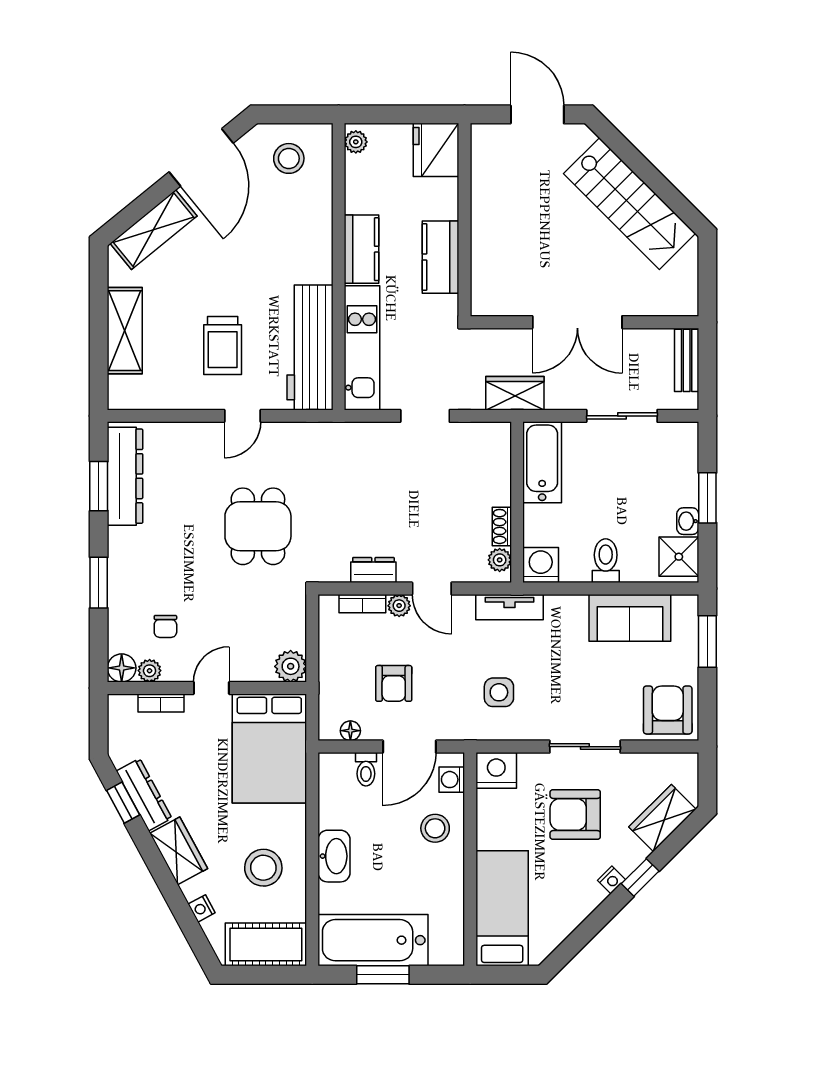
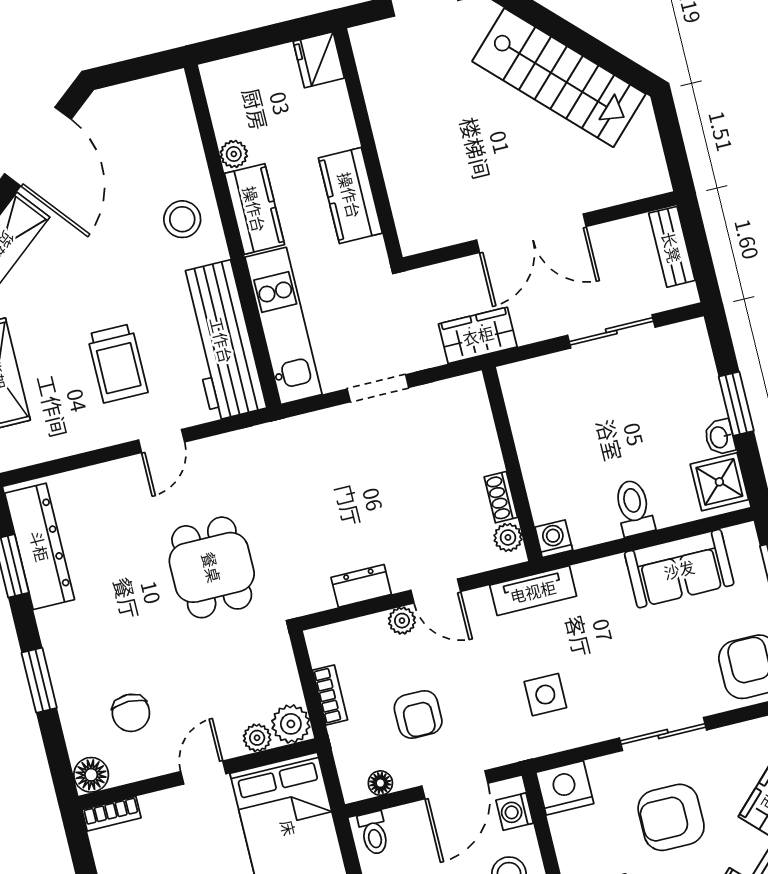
plant: (356, 142) -> (234, 154), moved
fridge: (436, 150) -> (319, 60), width x0.73, depth x0.75
stool: (289, 158) -> (182, 219), moved
bathtub: (542, 462) -> (530, 409), removed
washing machine: (541, 565) -> (554, 539), width x0.73, depth x0.73
bookcase: (362, 604) -> (330, 695), moved, turned -90
chair: (165, 626) -> (131, 713), width x1.37, depth x1.37
plant: (150, 671) -> (257, 738), moved
bookcase: (161, 703) -> (111, 814), moved
toilet: (366, 769) -> (374, 833), moved

